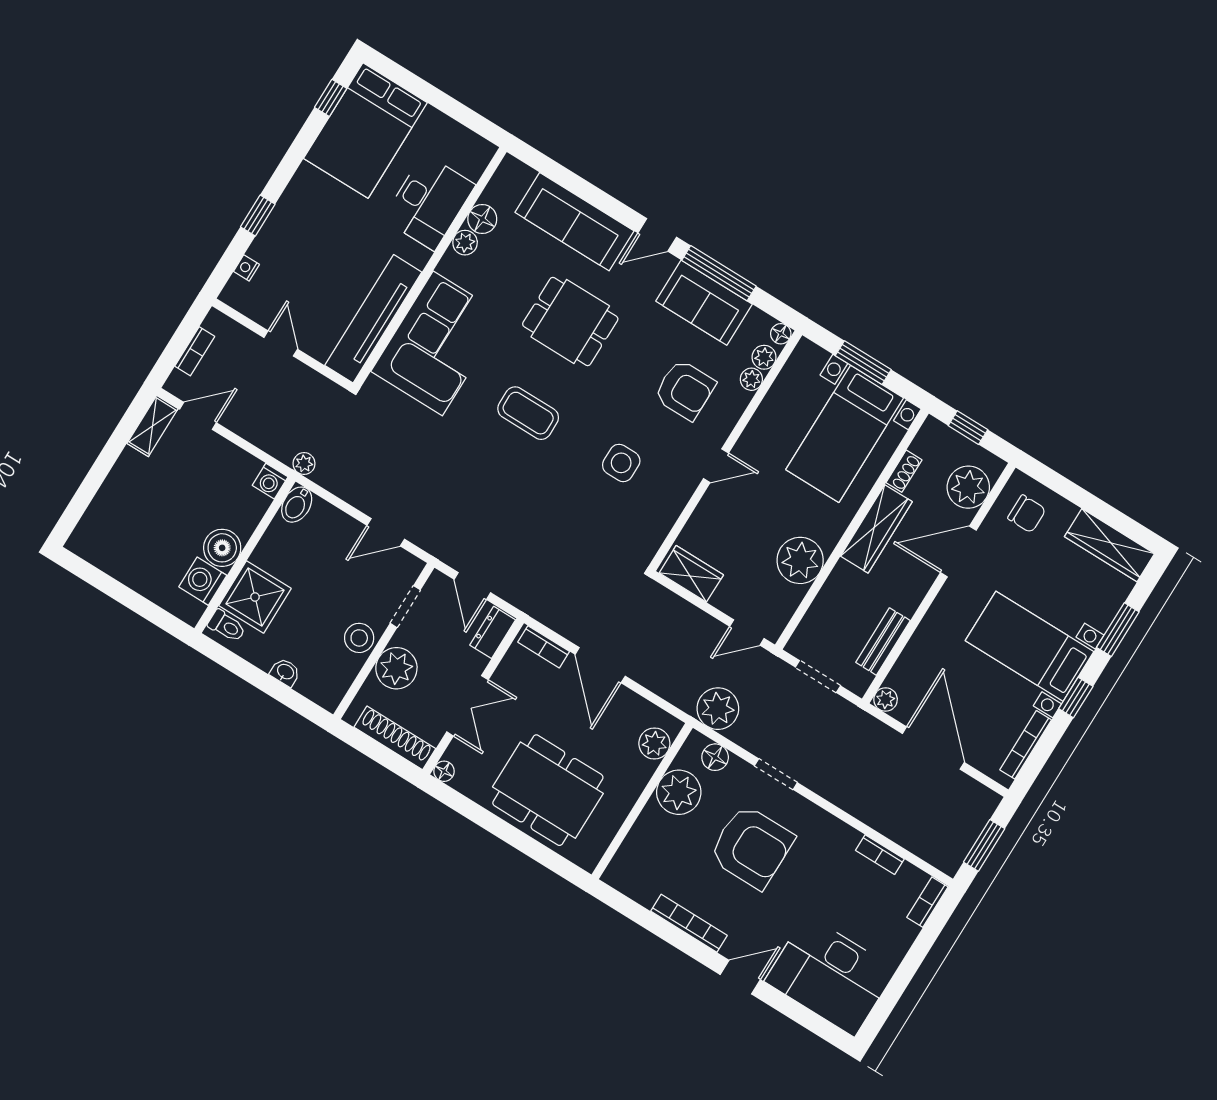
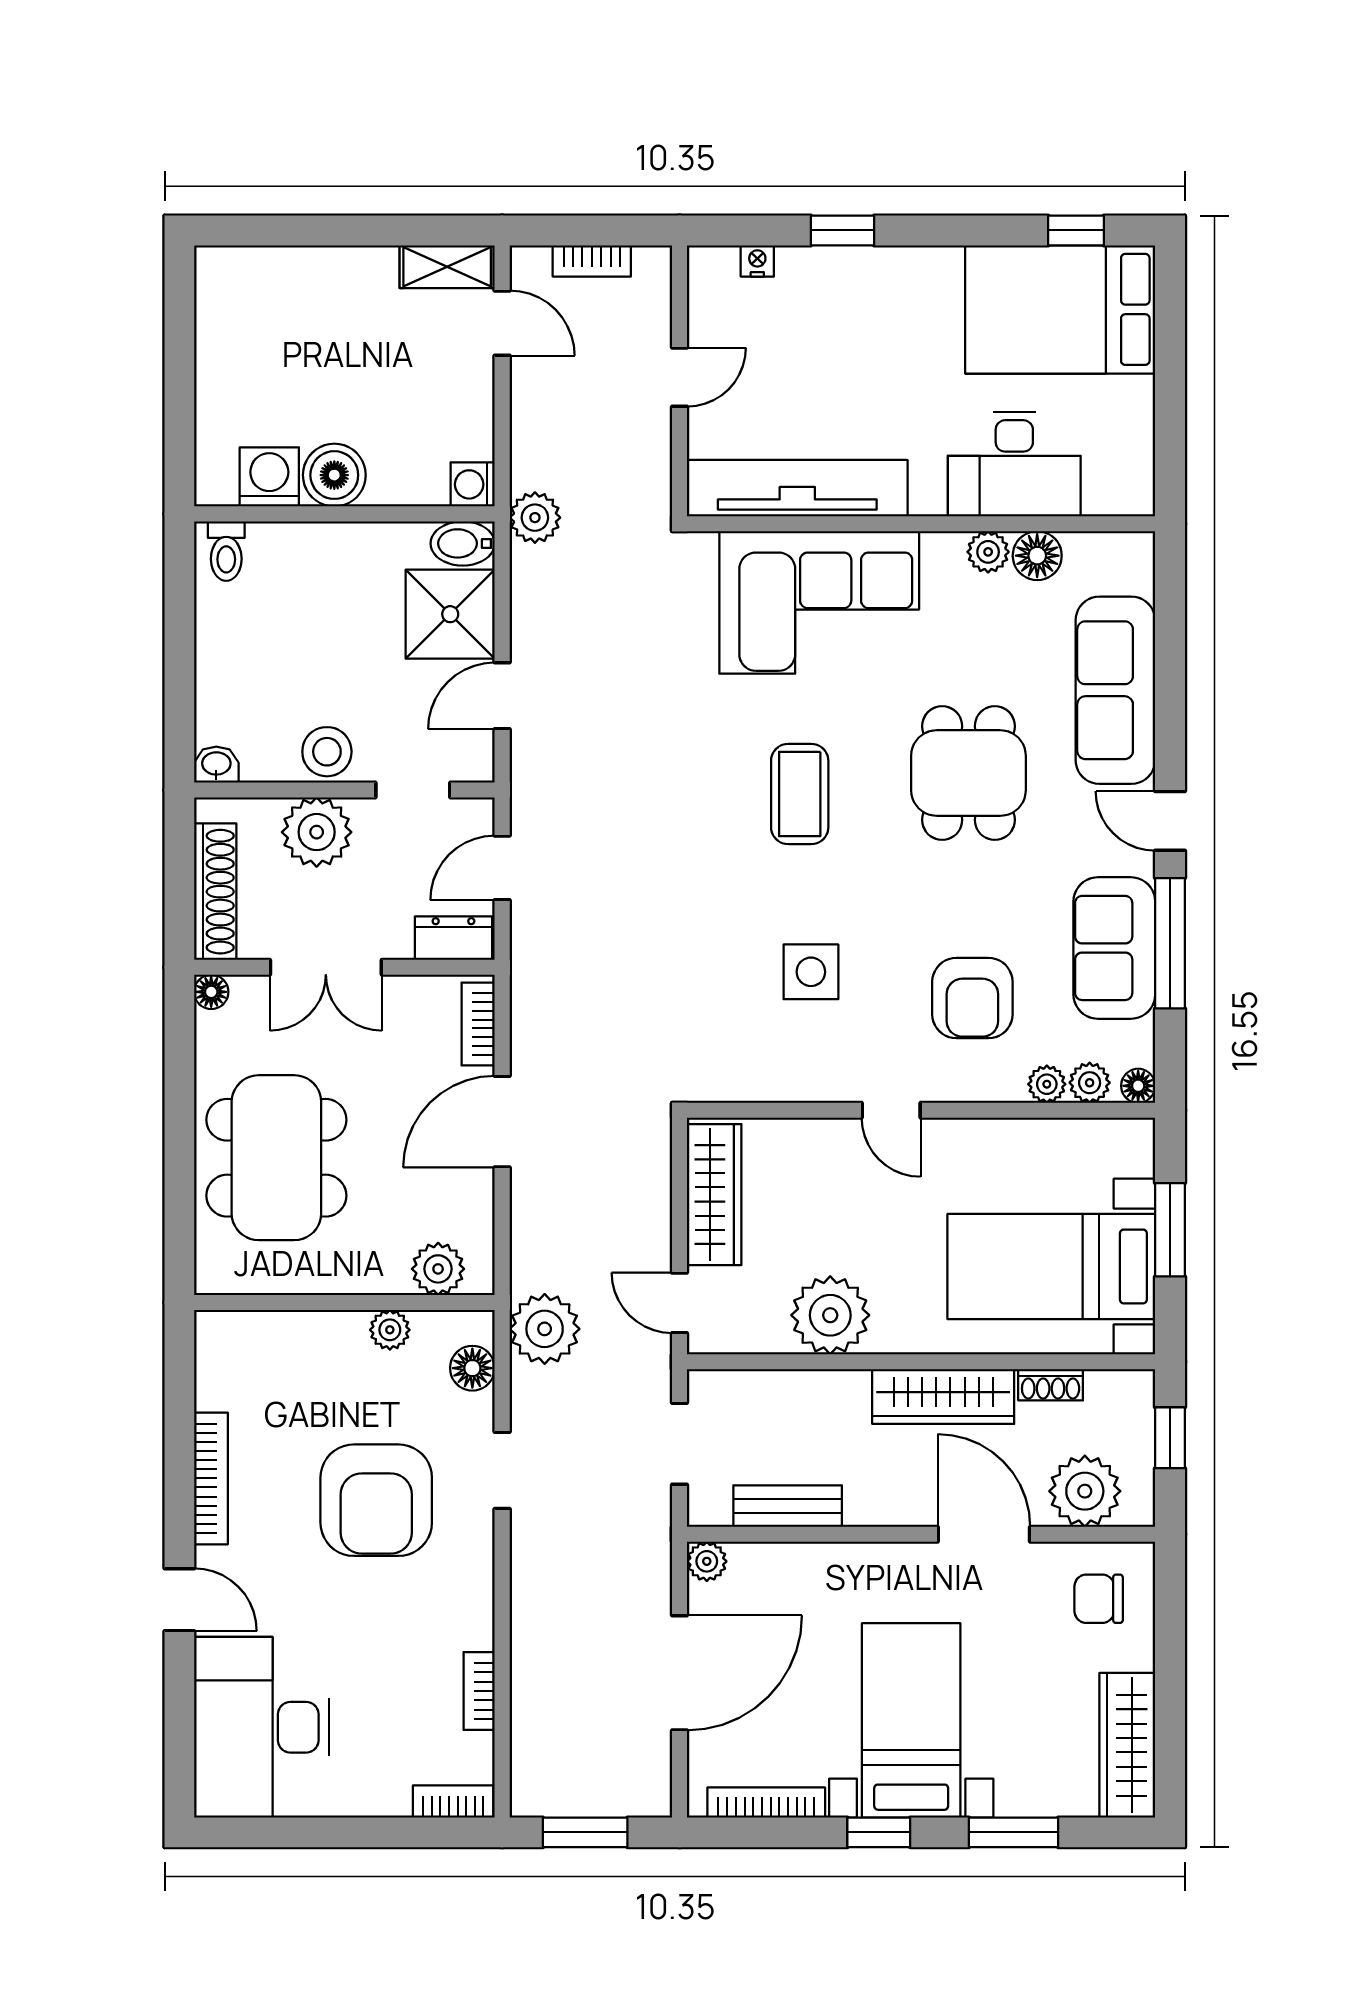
plant: (304, 464) -> (535, 518), width x1.38, depth x1.38
chair: (1027, 514) -> (1099, 1599), turned 90
door: (386, 532) -> (502, 696), hinge flipped
wardrobe: (691, 574) -> (714, 1195), width x1.50
shower: (255, 597) -> (450, 614), moved
washbasin: (285, 672) -> (216, 765), moved, turned -90
plant: (679, 792) -> (390, 1330), width x0.53, depth x0.53

